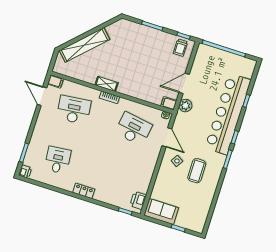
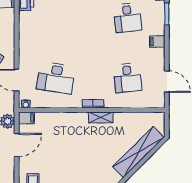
filing cabinet: (55, 81) -> (157, 42), moved
desk: (74, 110) -> (128, 78), width x0.73

